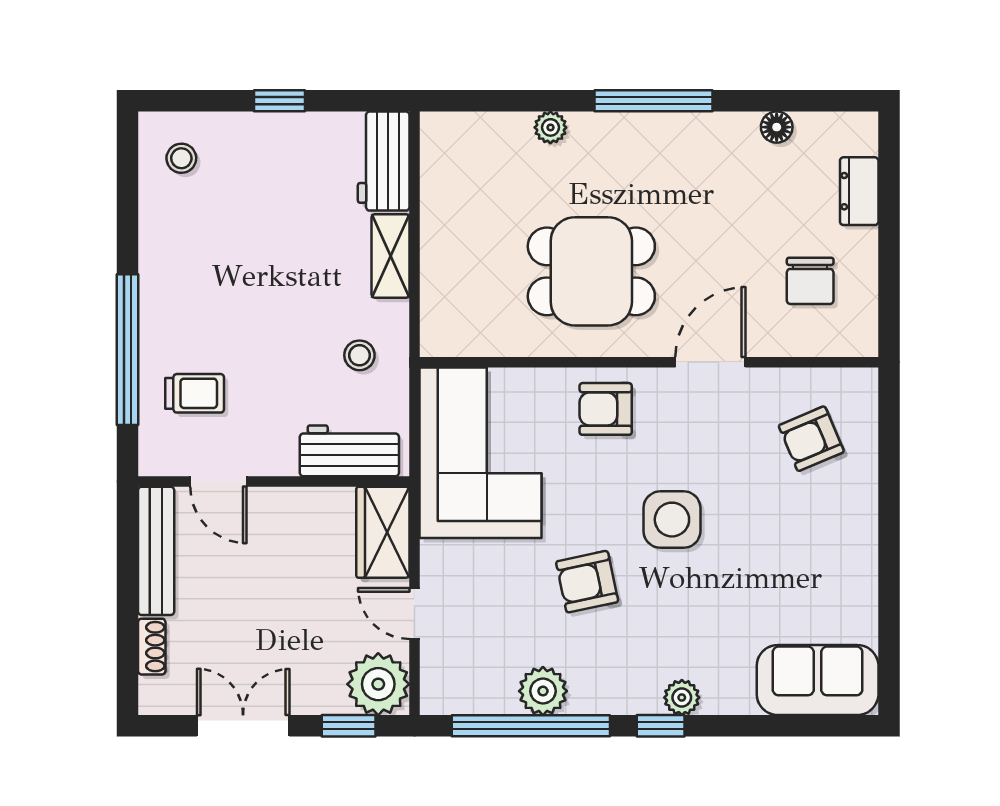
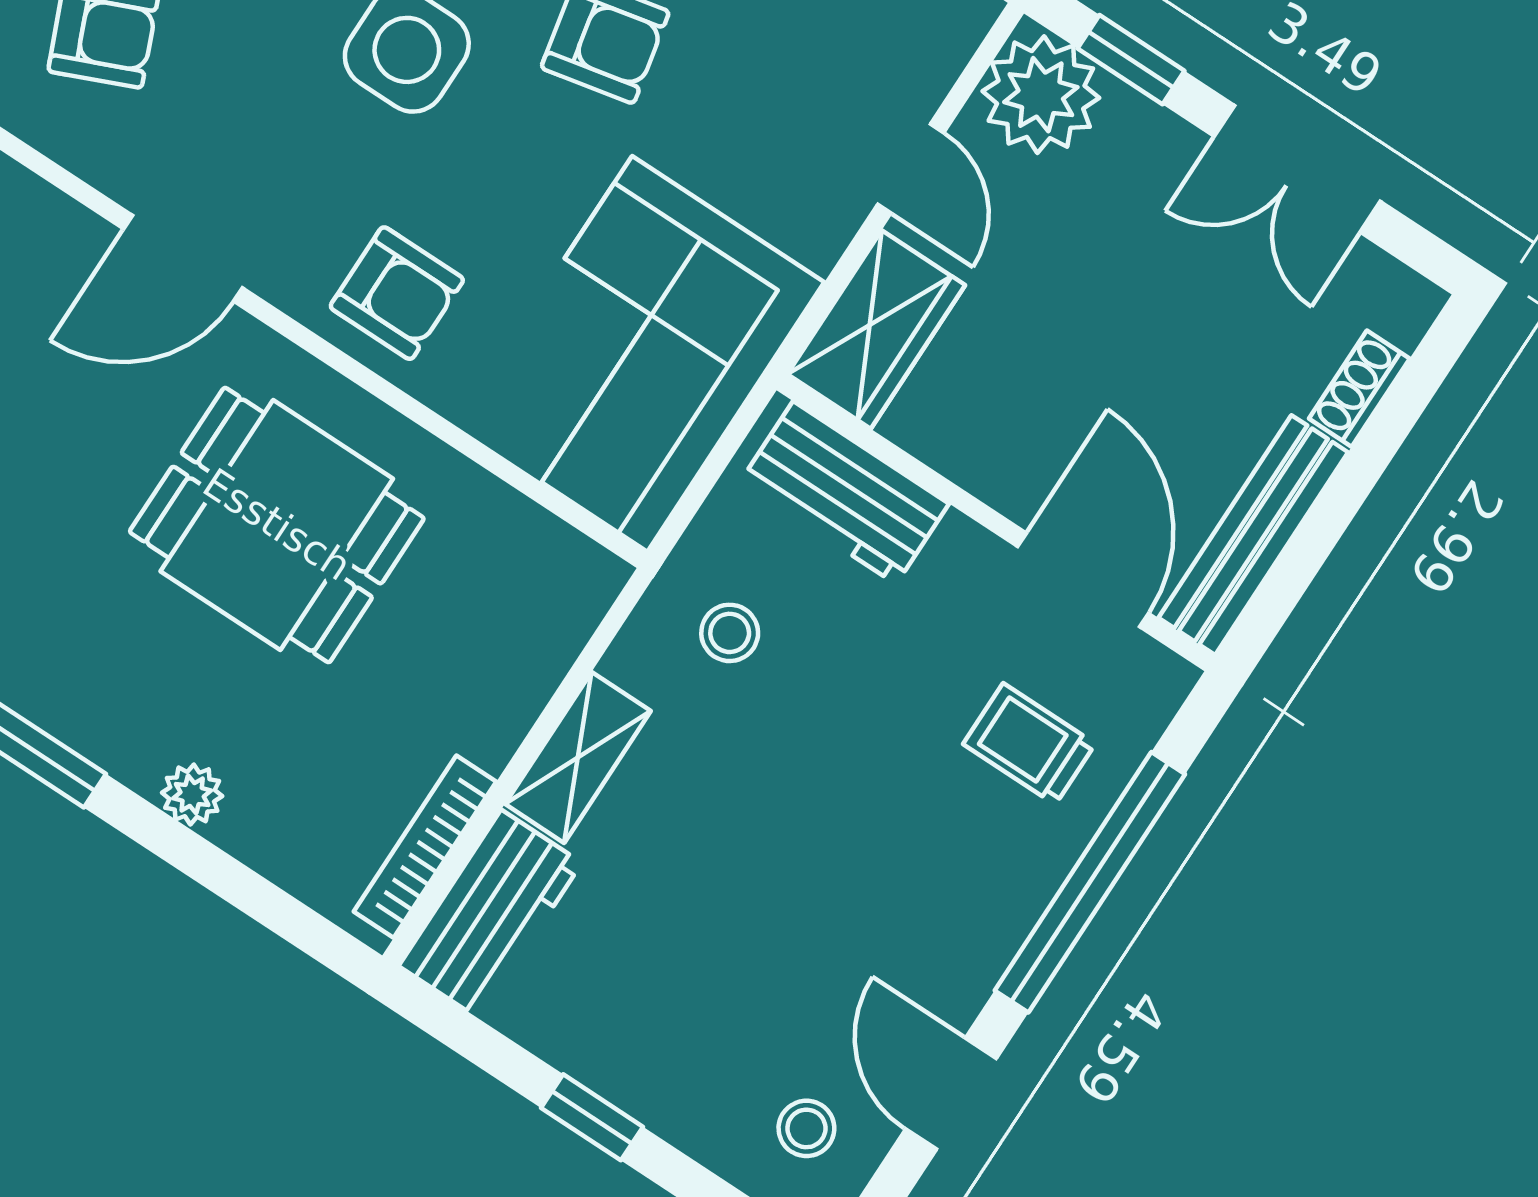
bookcase: (432, 172) -> (425, 847), added
door: (127, 216) -> (951, 1094), added
door: (218, 482) -> (1083, 580), width x1.38

